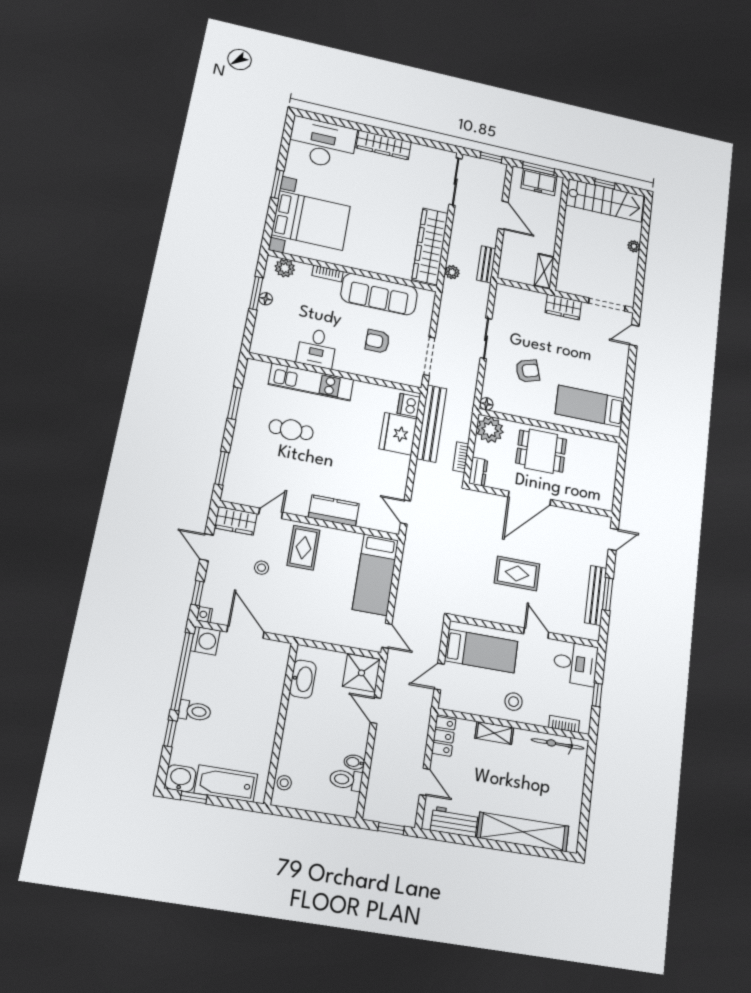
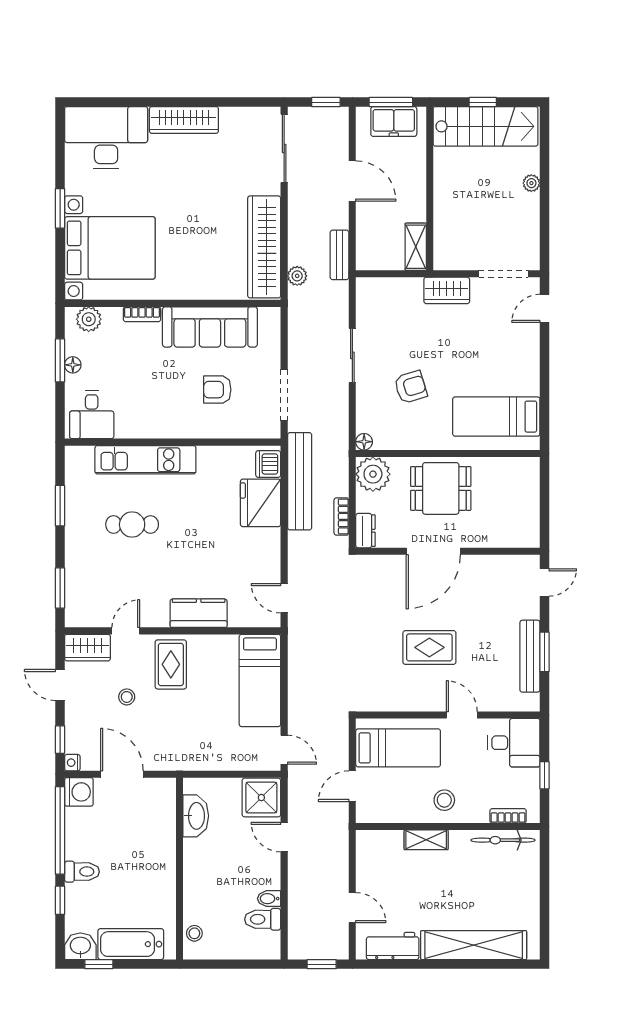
desk: (317, 348) -> (92, 415), moved
locker: (444, 736) -> (367, 853), removed

